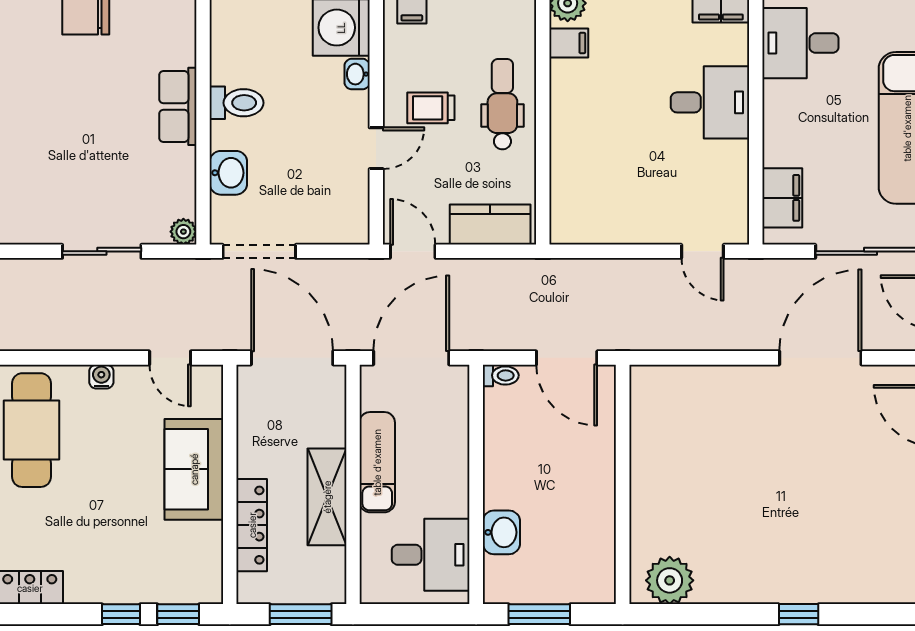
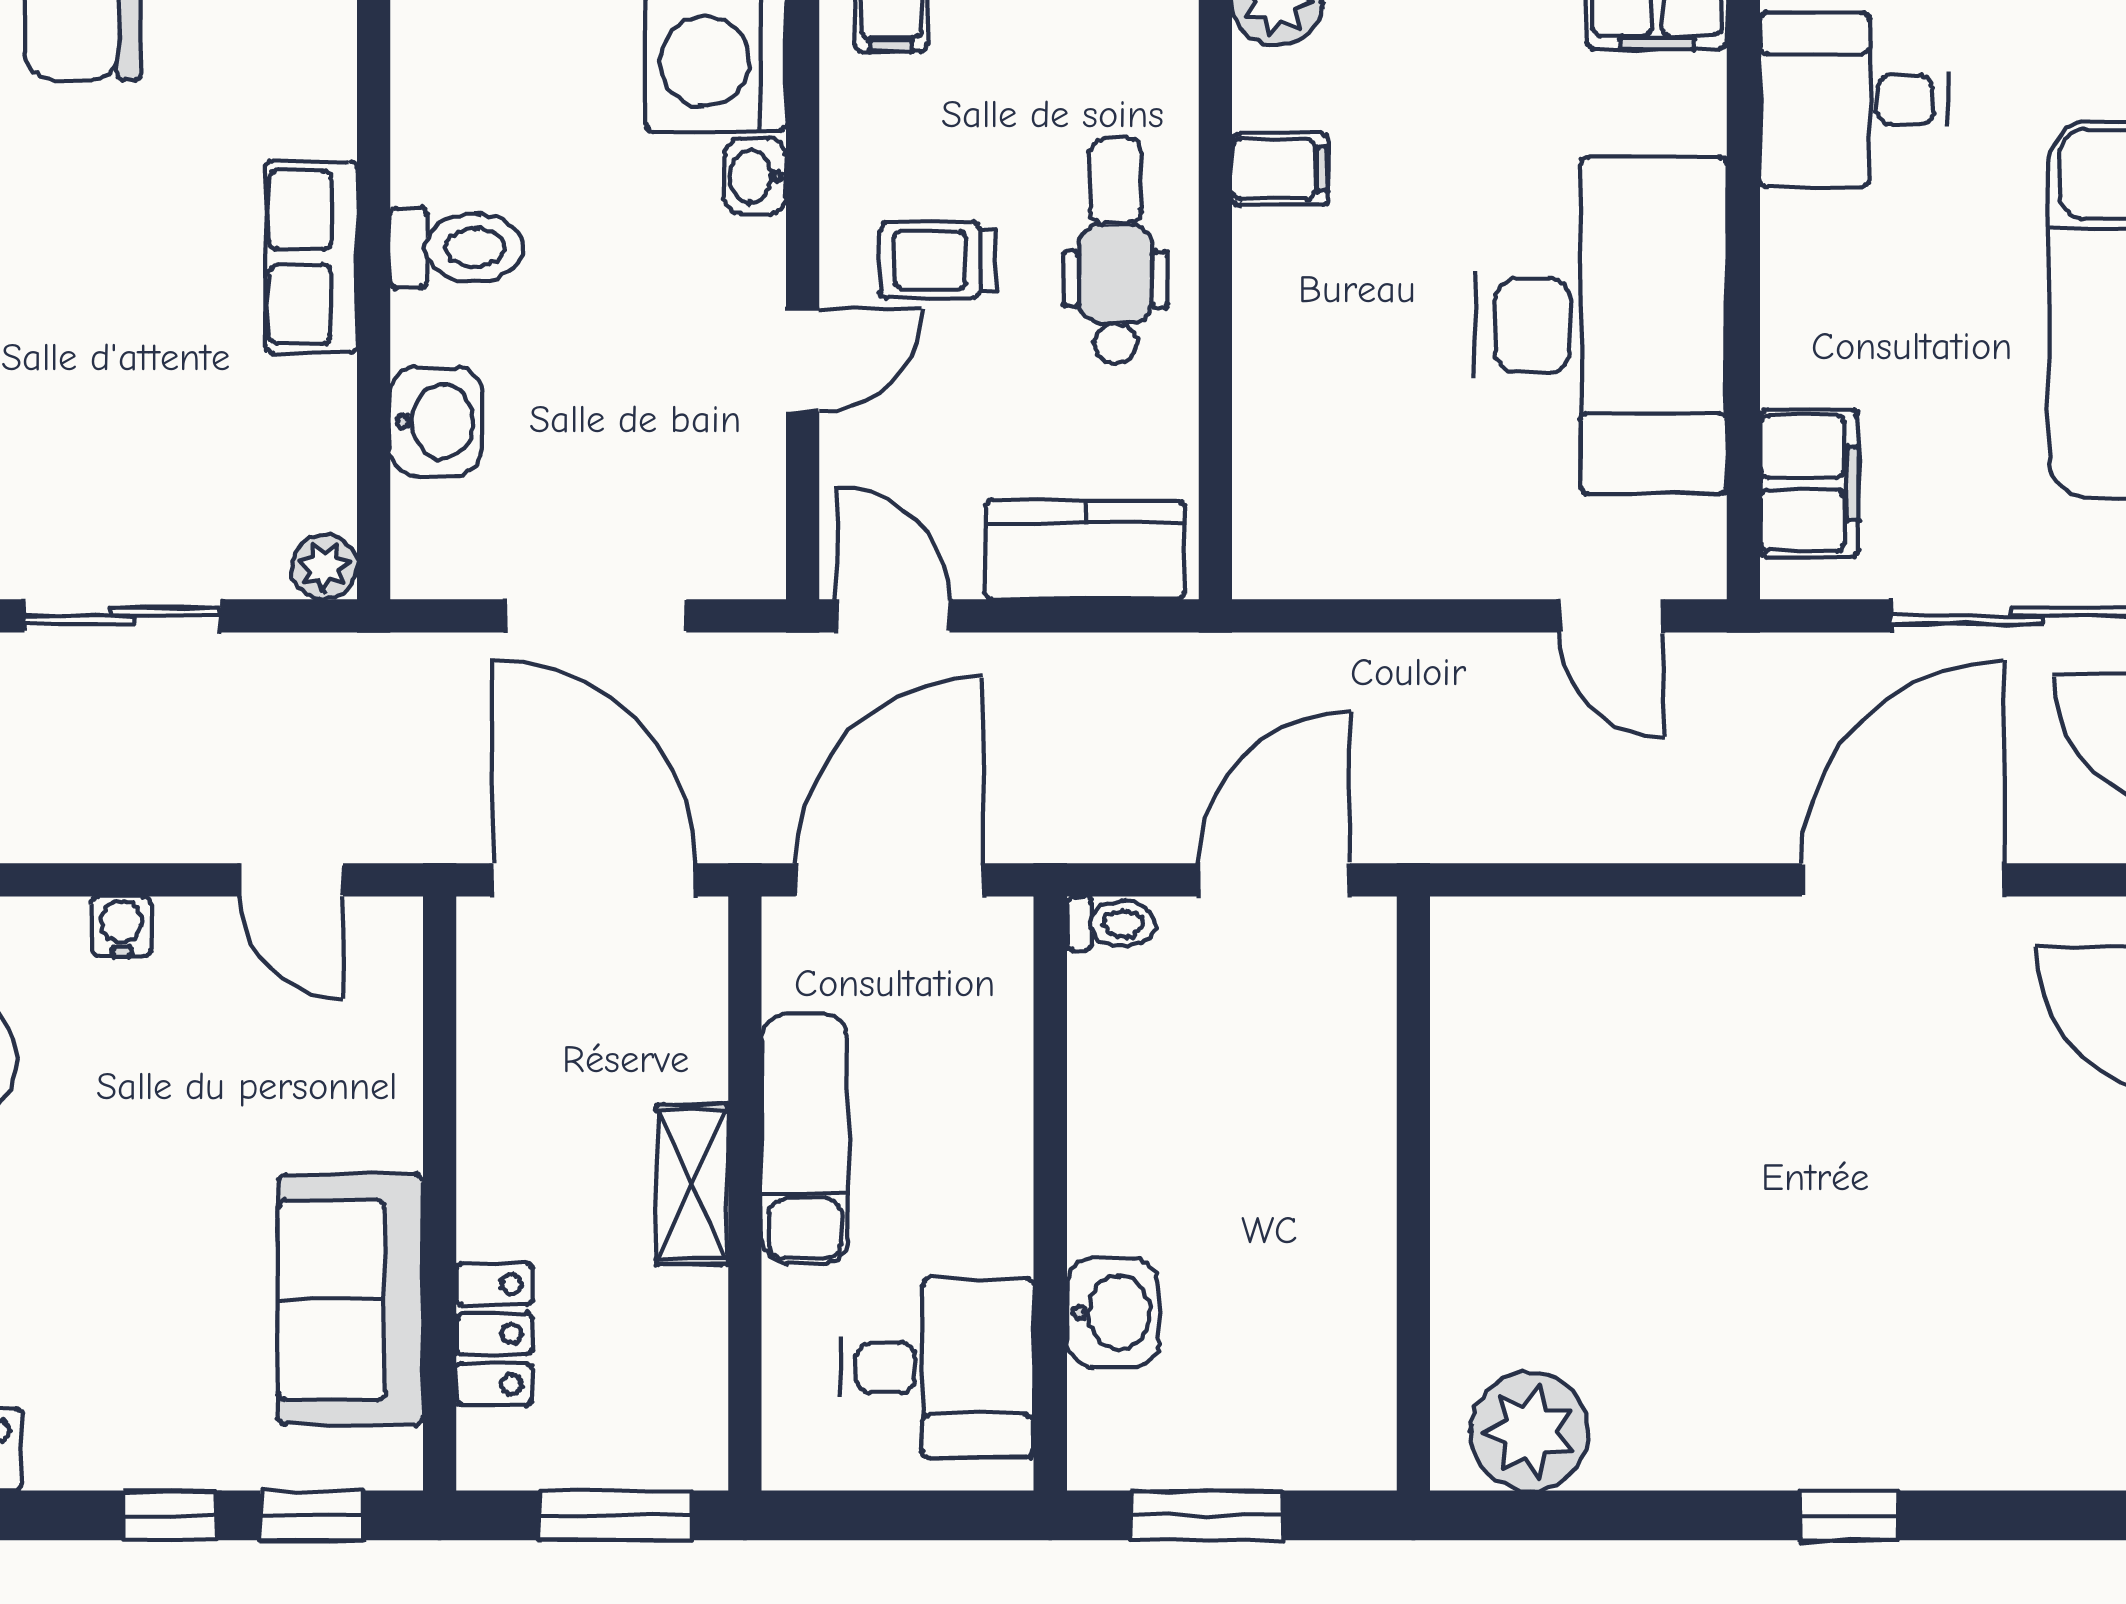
filing cabinet: (569, 43) -> (1280, 169), moved
desk: (710, 102) -> (1601, 325), width x1.87, depth x1.30
doorway: (259, 251) -> (596, 616), moved
door: (567, 358) -> (1275, 880), swing flipped
sofa: (194, 469) -> (351, 1300), moved
shelving: (327, 497) -> (692, 1185), width x0.67, depth x0.75
locker: (252, 525) -> (494, 1334), width x0.66

